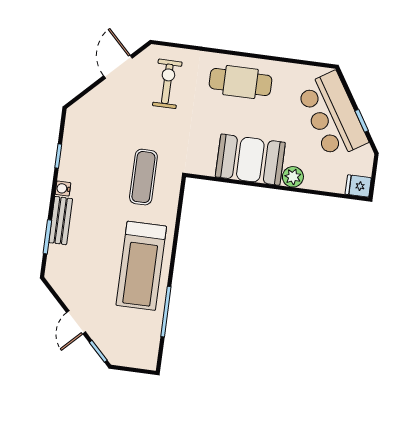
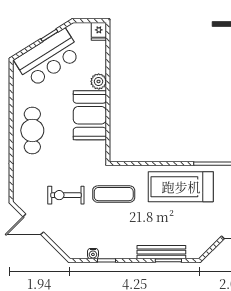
exercise bike: (167, 84) -> (66, 195), moved
water cooler: (63, 189) -> (93, 254), moved
bench: (61, 221) -> (161, 252), width x1.36
treadmill: (141, 266) -> (181, 187), turned 180

